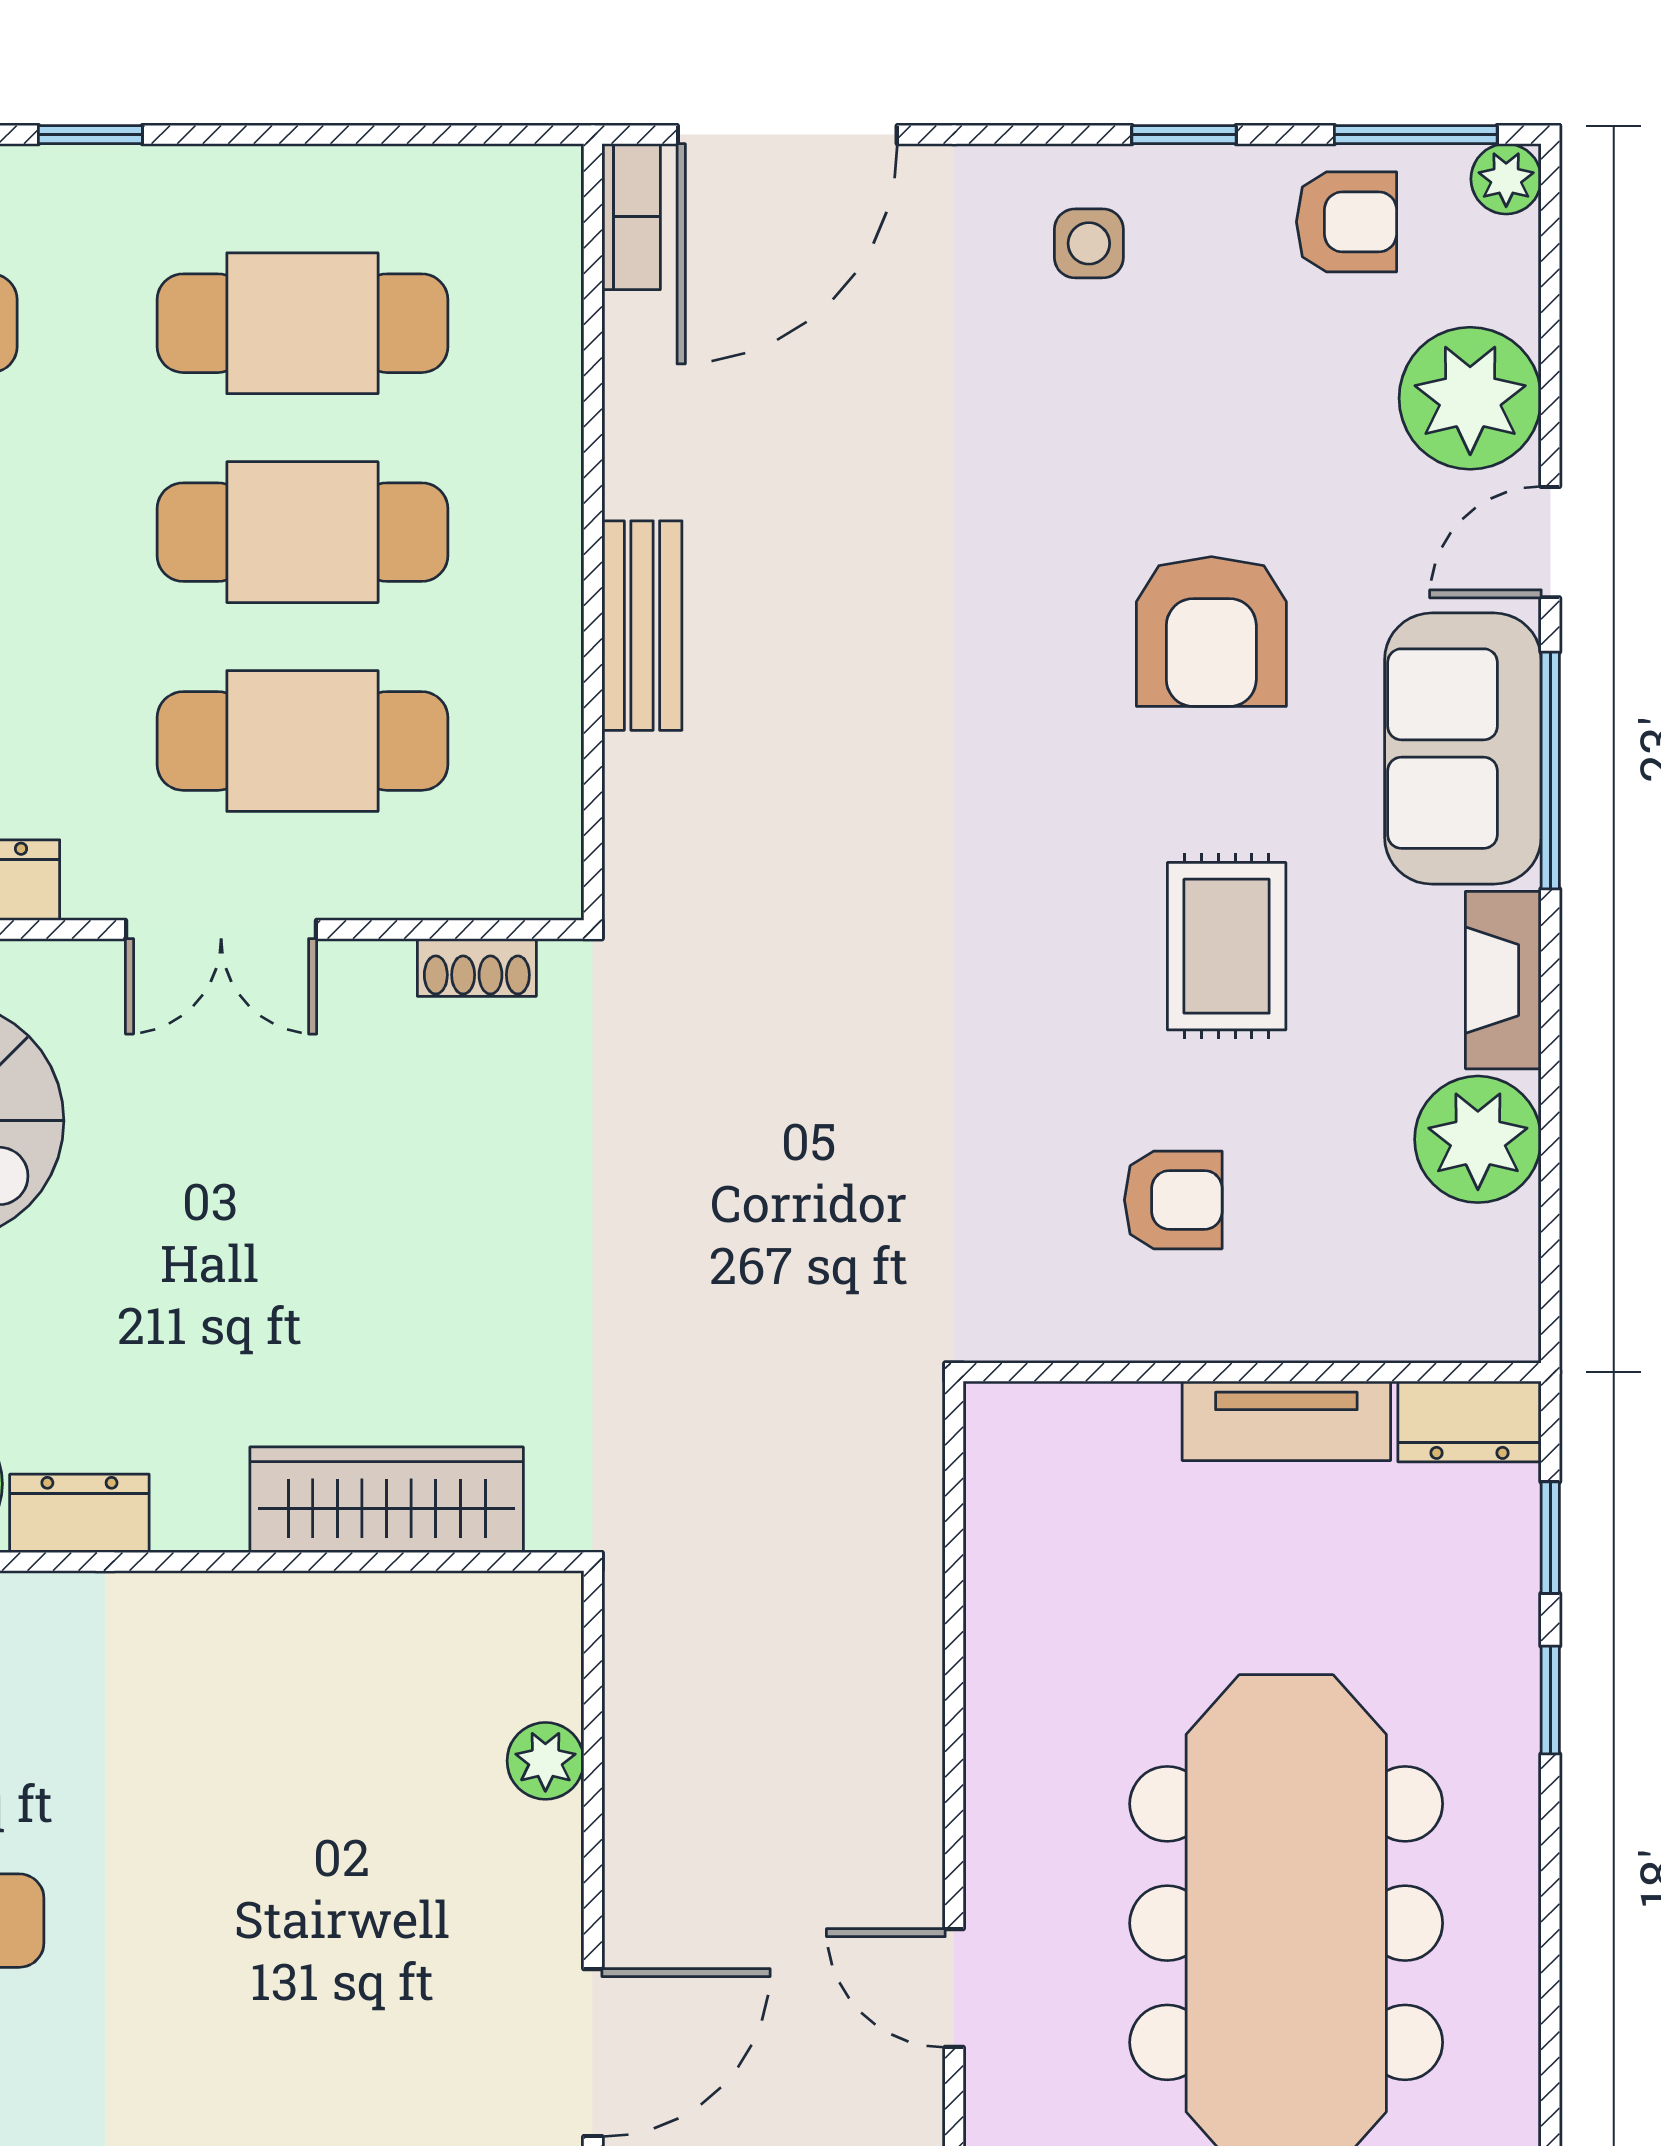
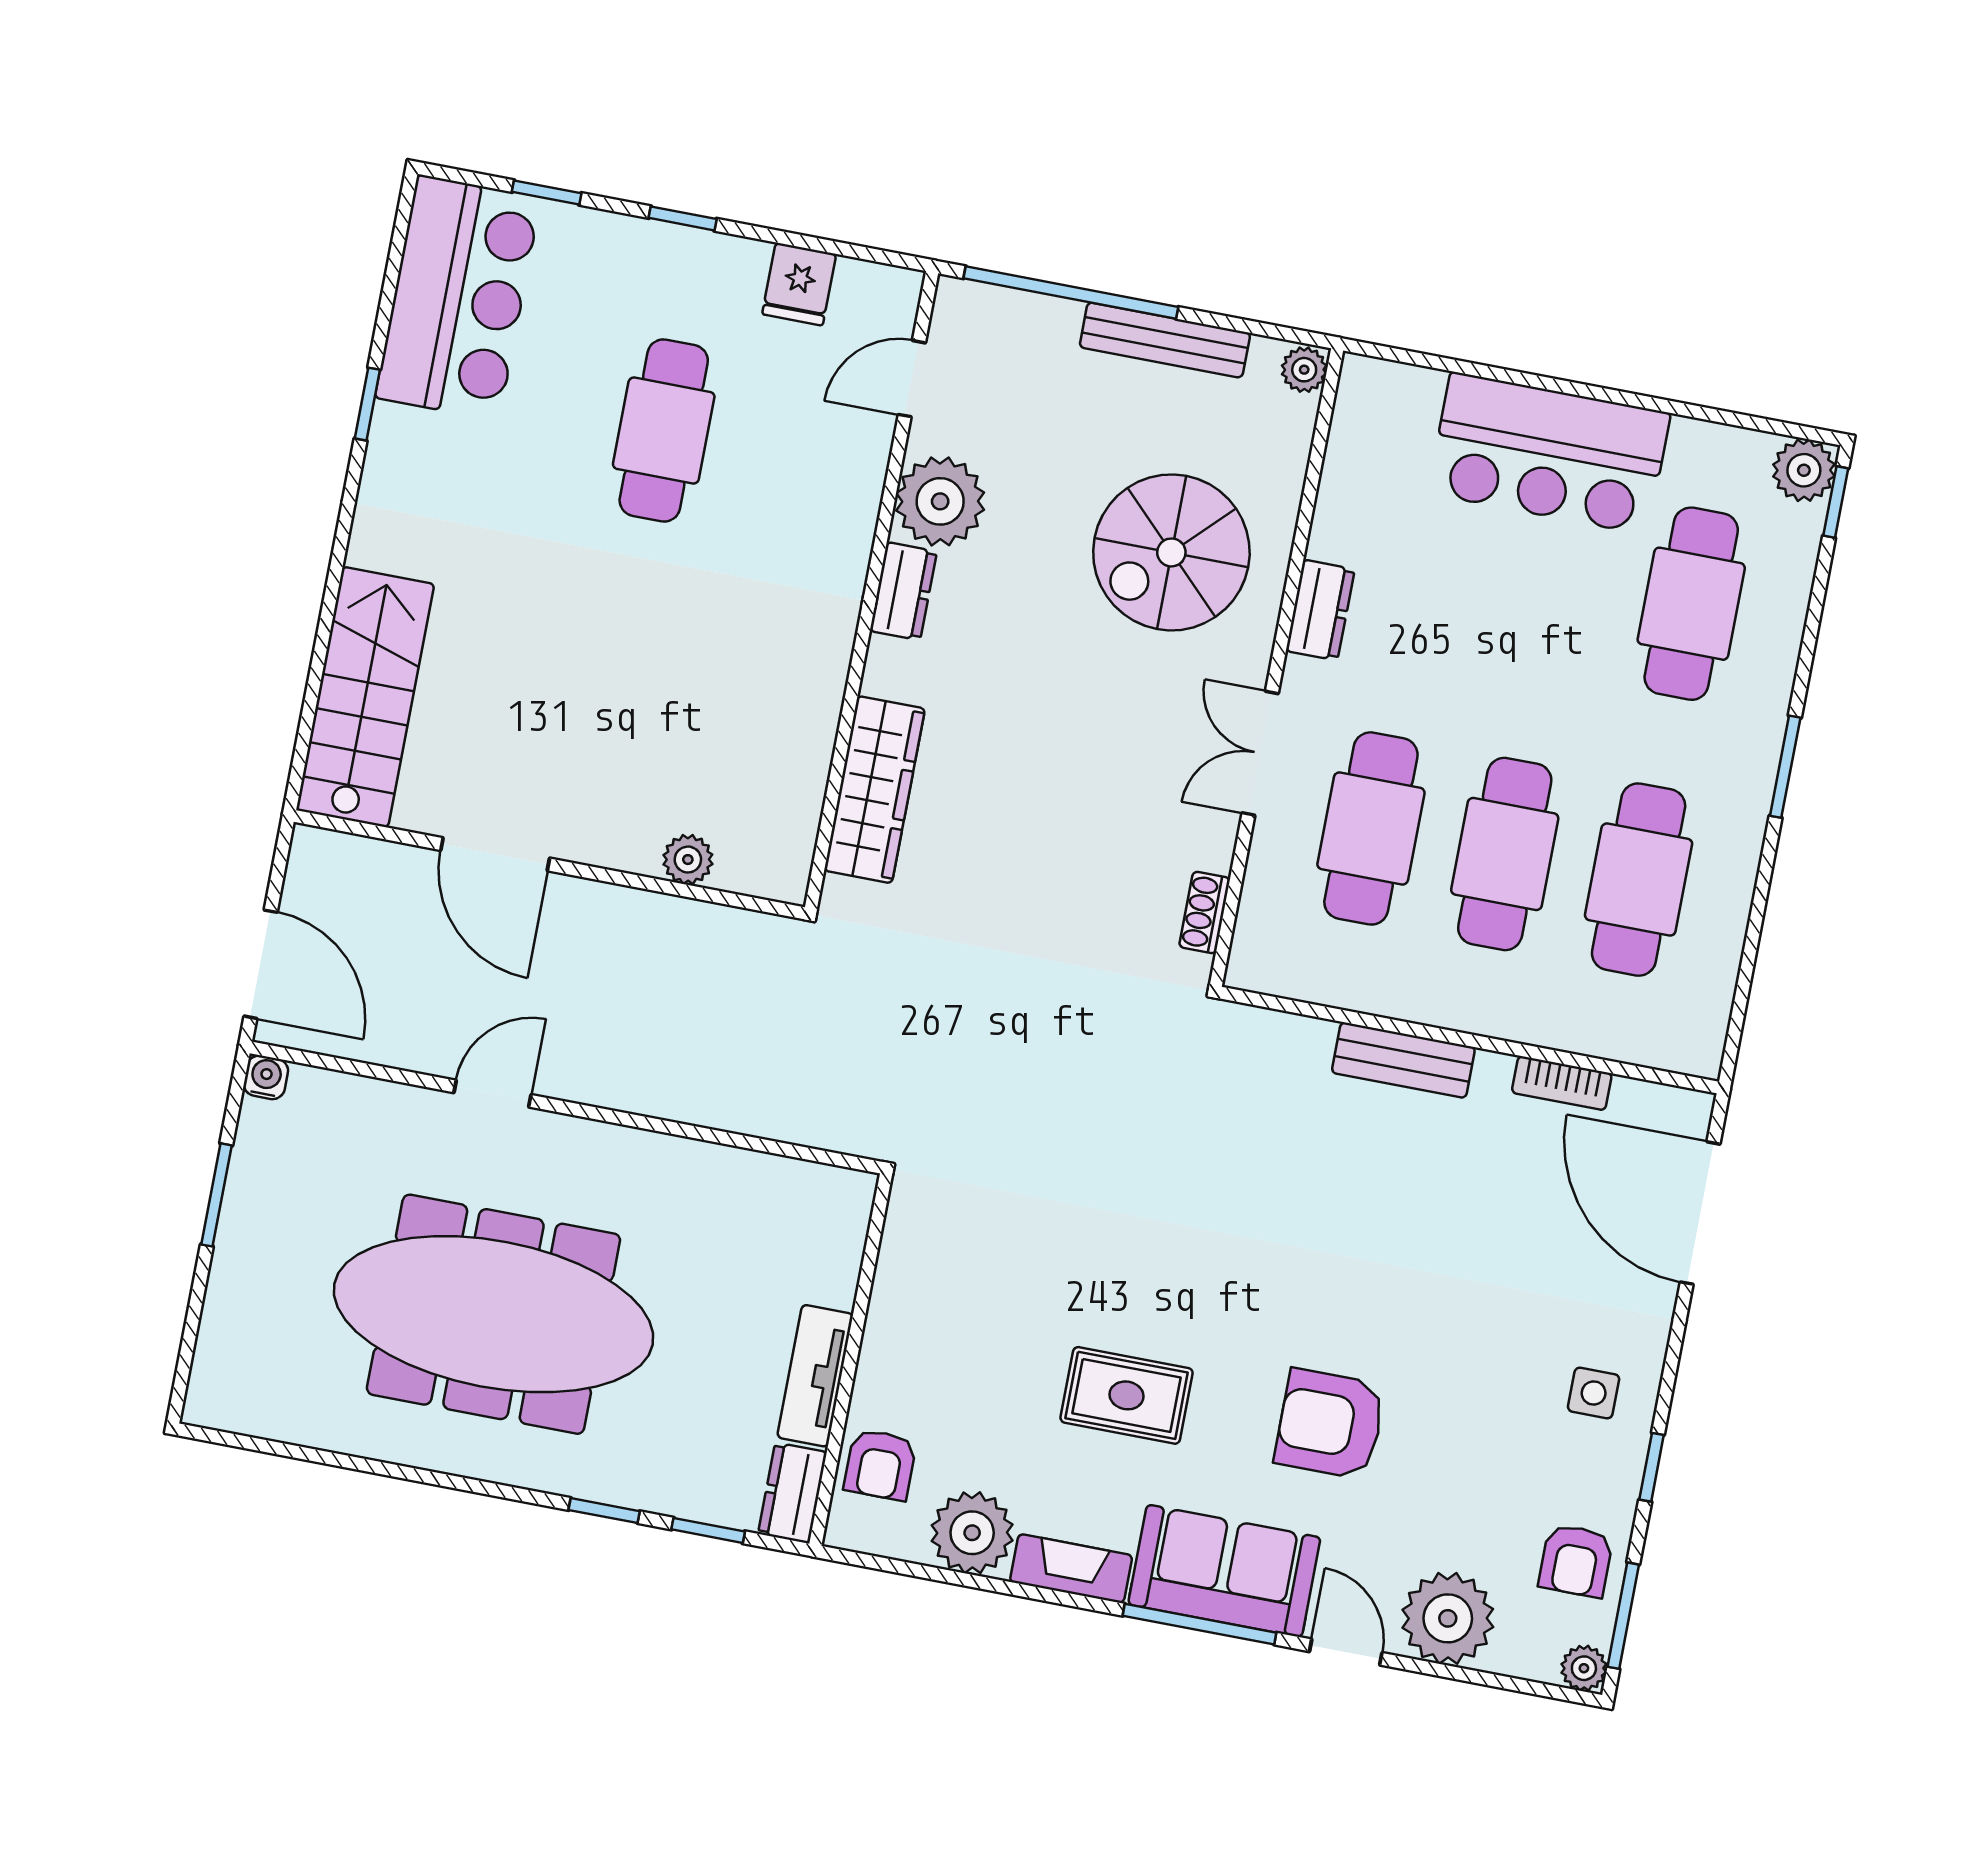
window: (90, 135) -> (1785, 767), width x1.50
bookcase: (631, 217) -> (1562, 1083), moved
armchair: (1173, 1200) -> (880, 1465), moved

